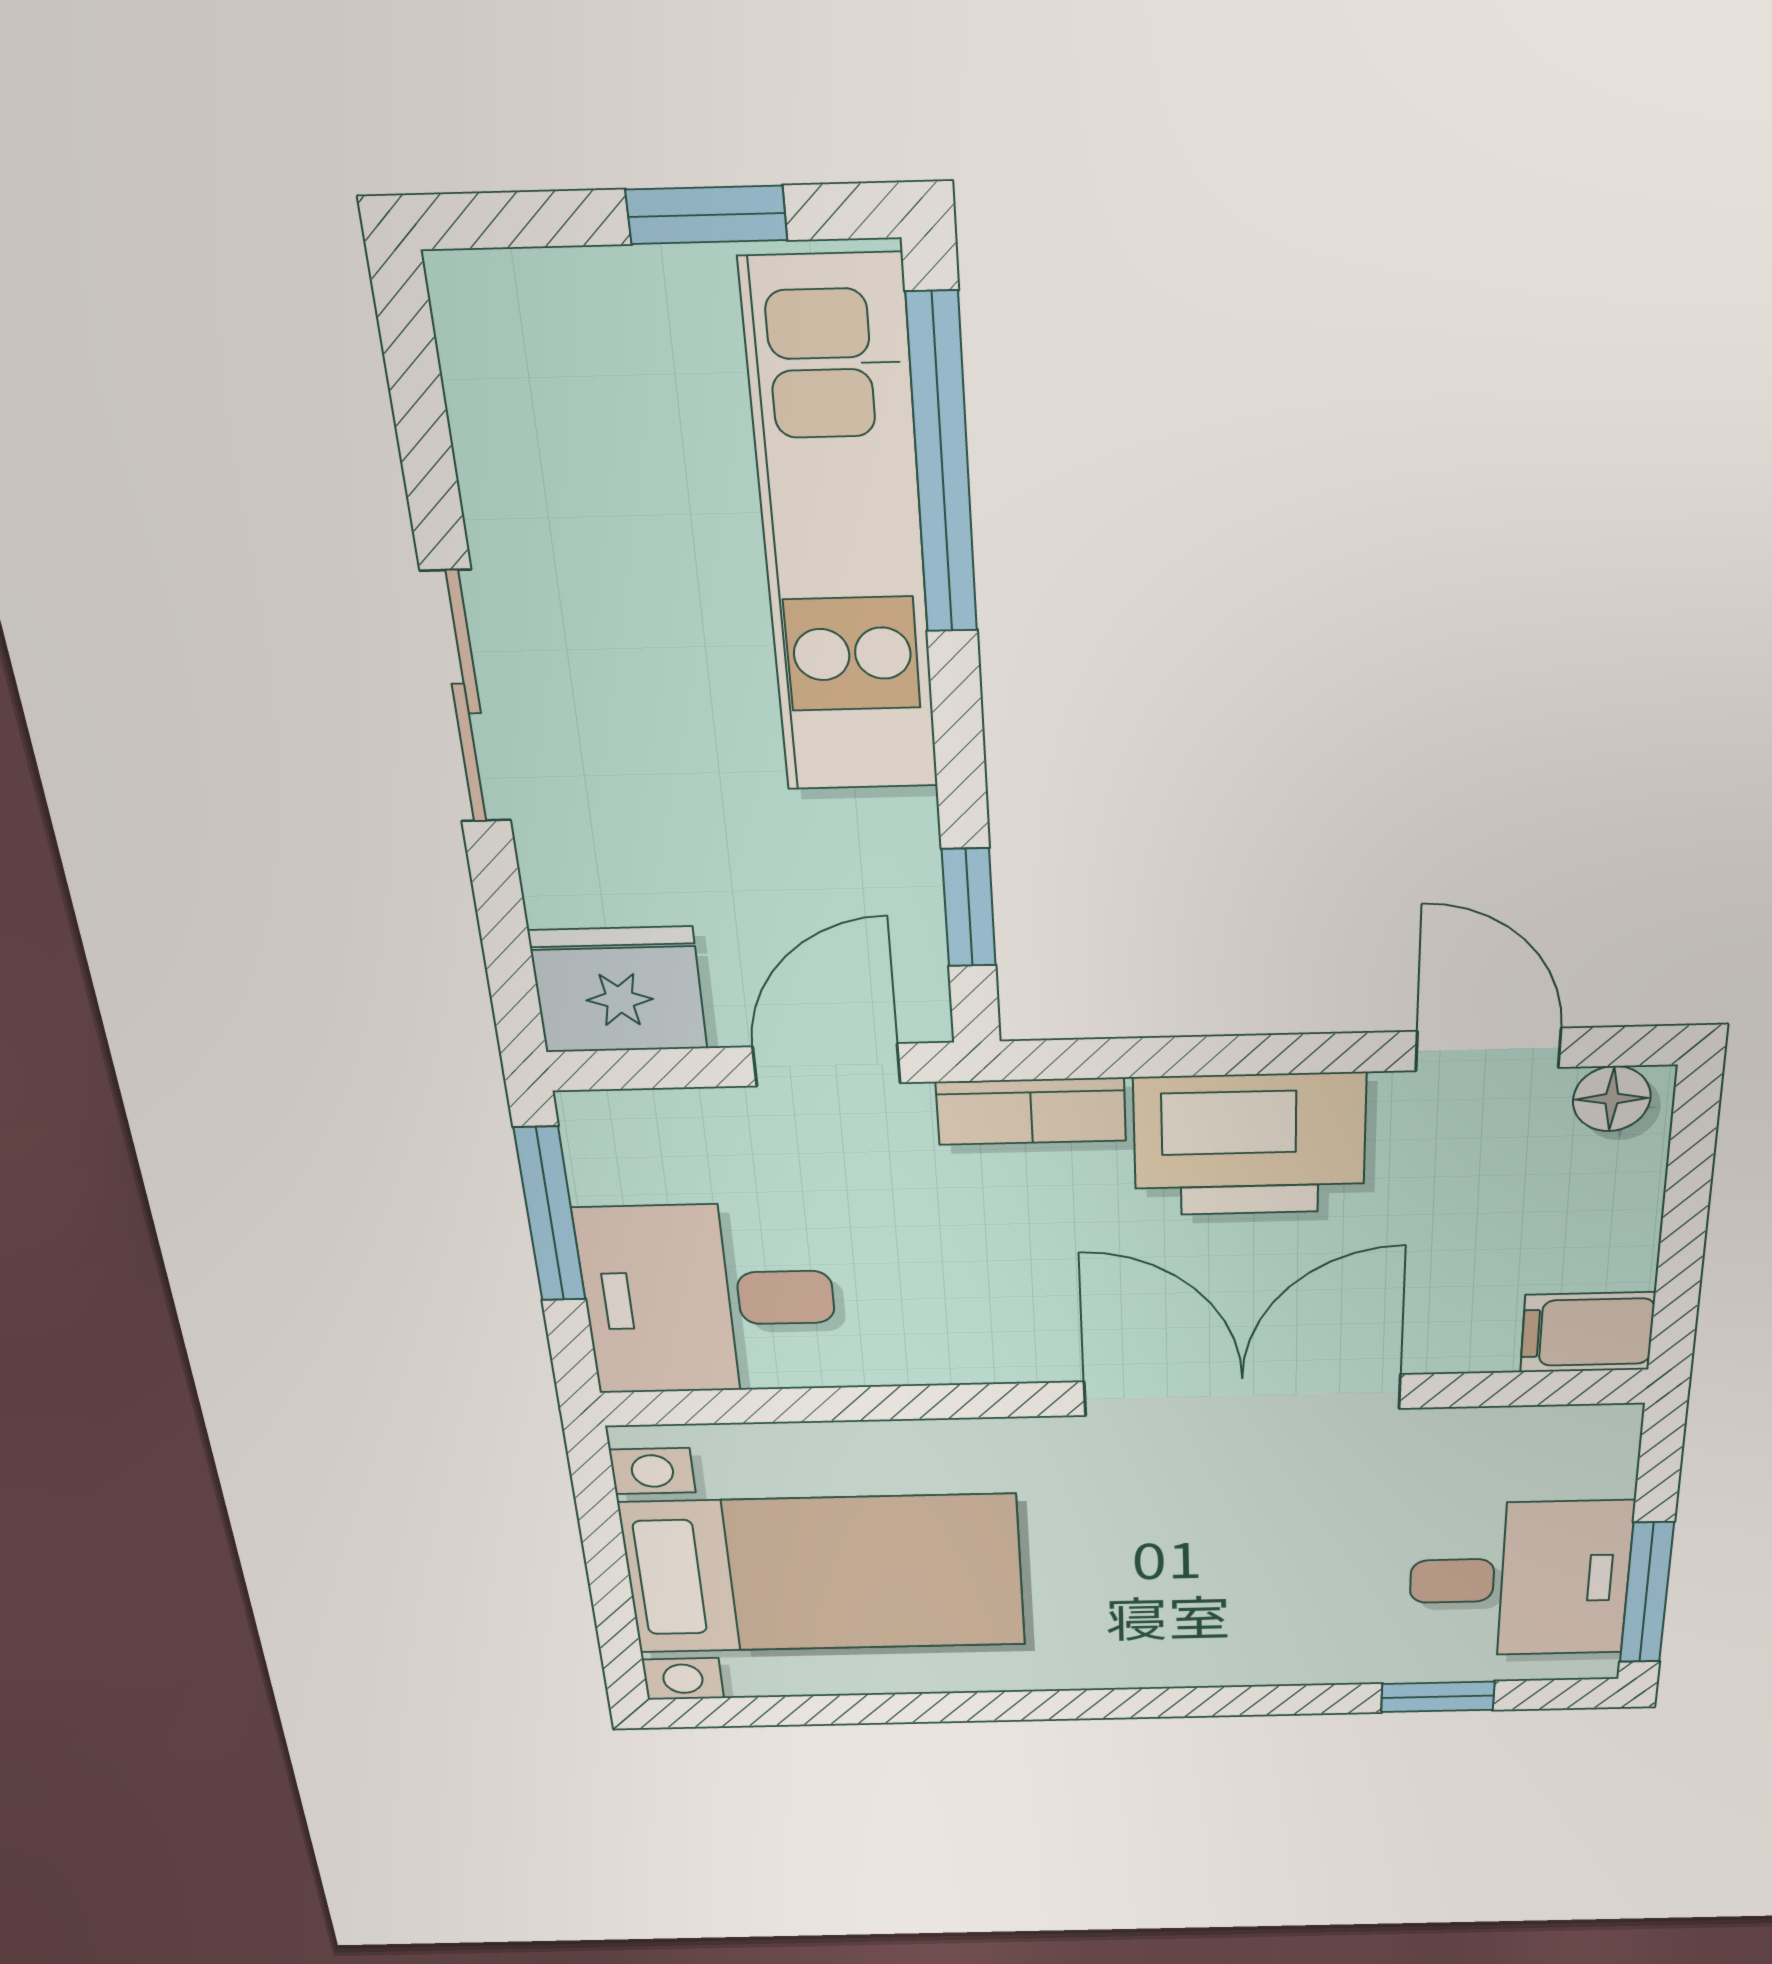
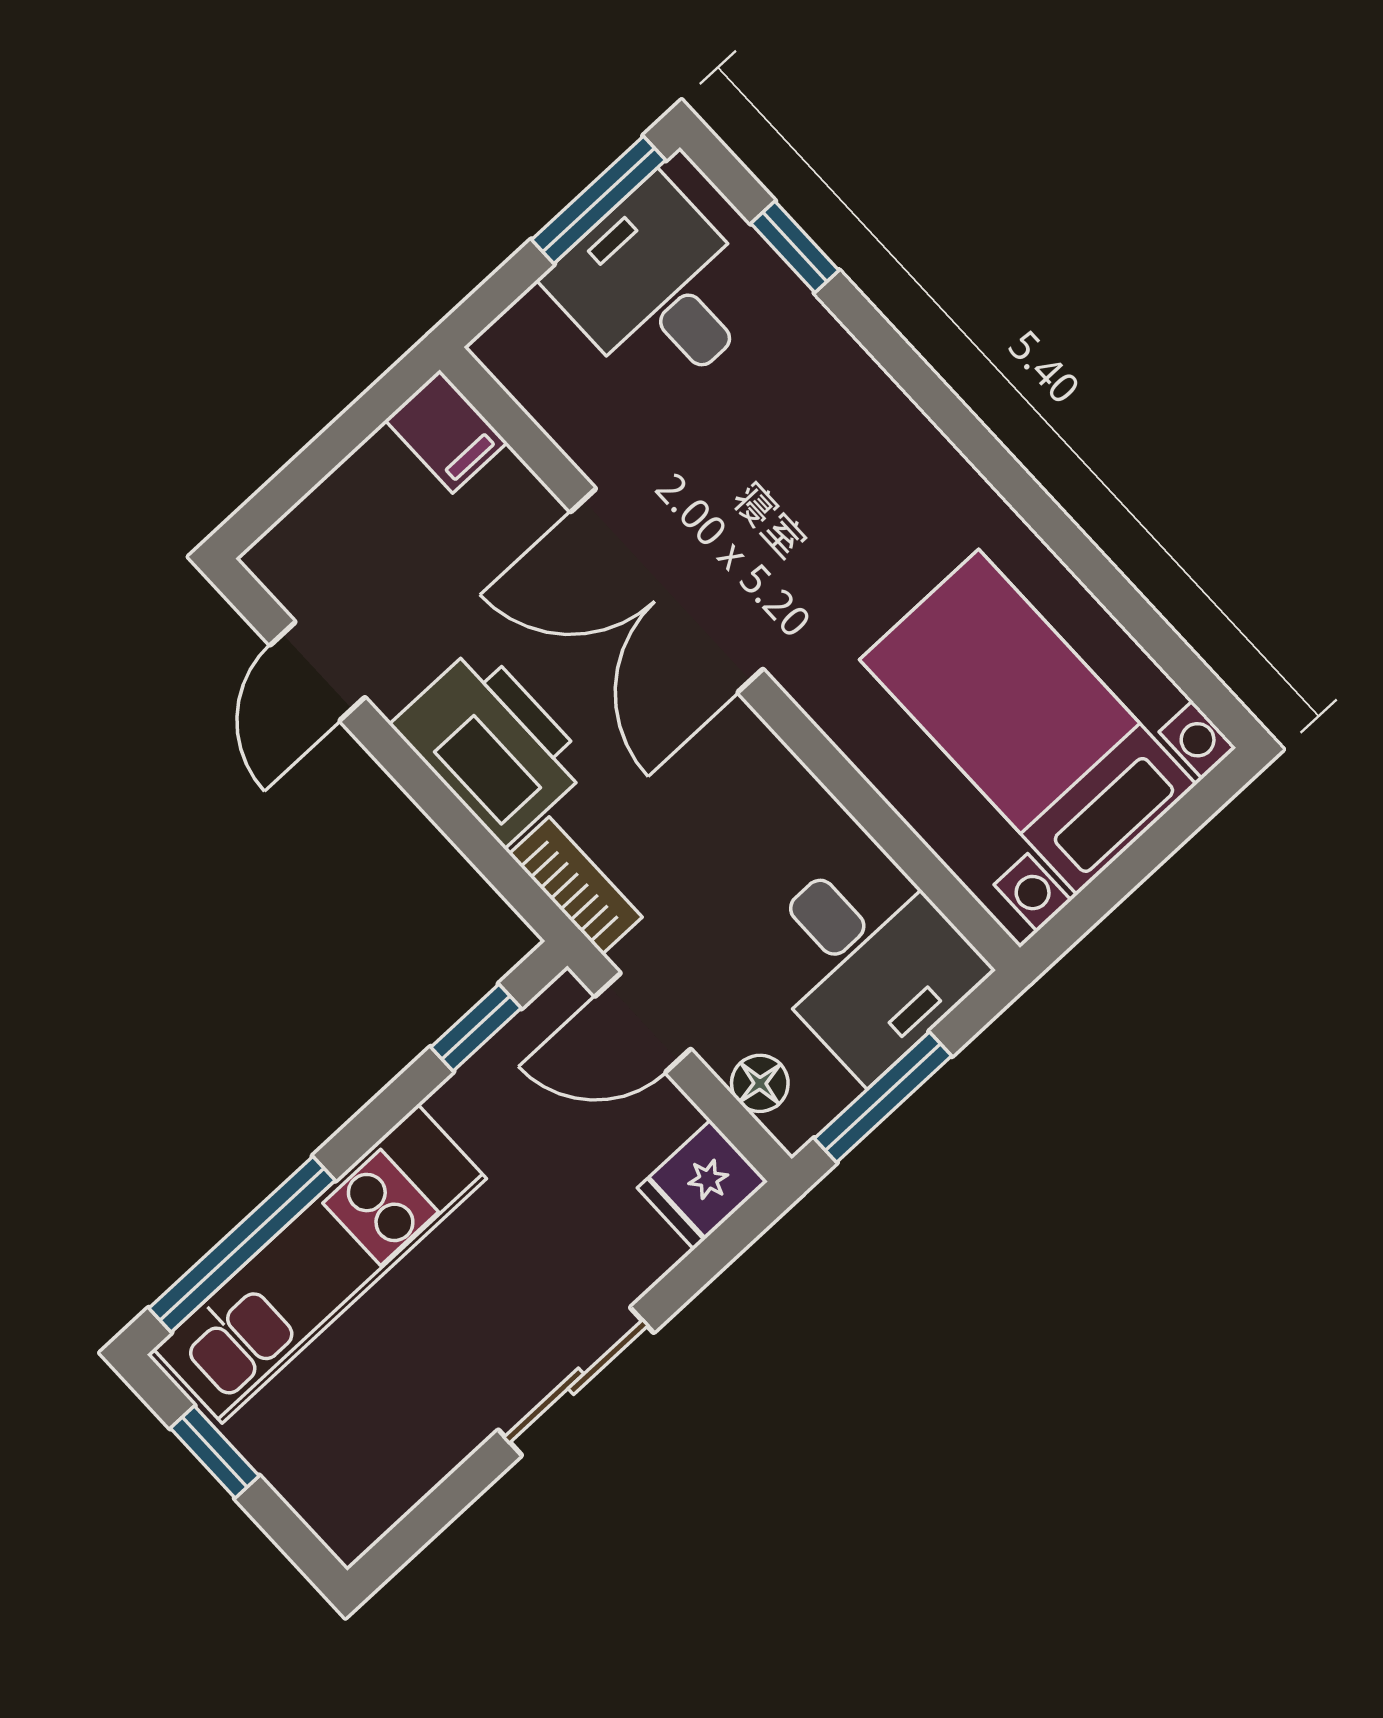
fridge: (618, 990) -> (702, 1185), width x0.72
floor lamp: (1612, 1099) -> (760, 1083), moved

